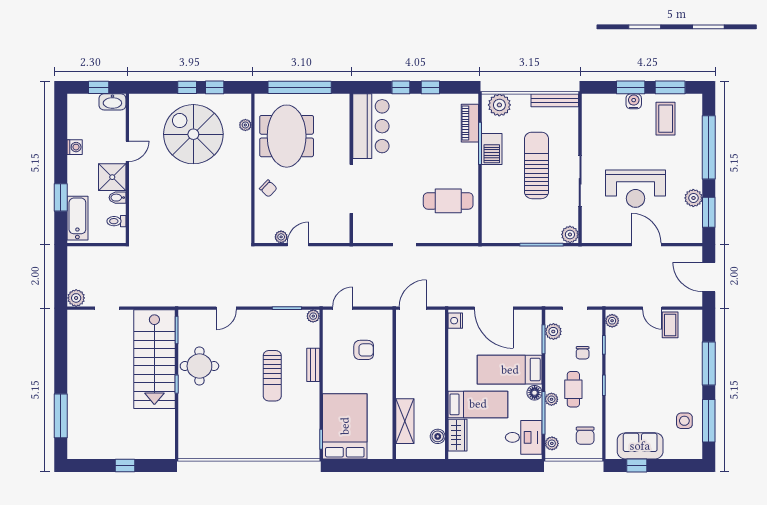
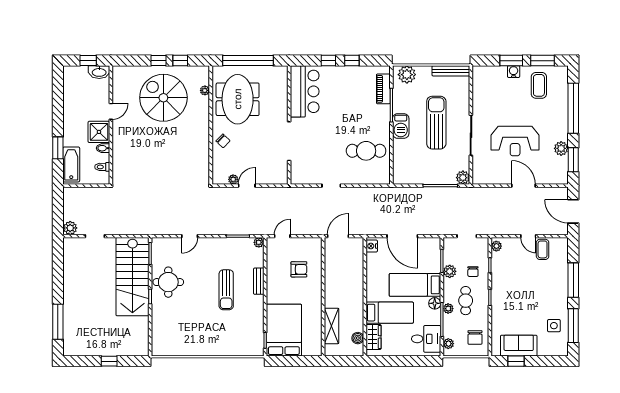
washing machine: (75, 147) -> (69, 108), removed
barbecue: (492, 149) -> (401, 126), moved
plant: (553, 331) -> (450, 271), moved

